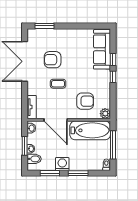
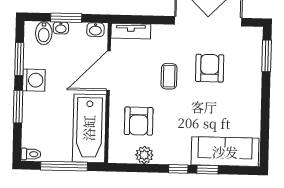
plant: (105, 114) -> (144, 155), moved

